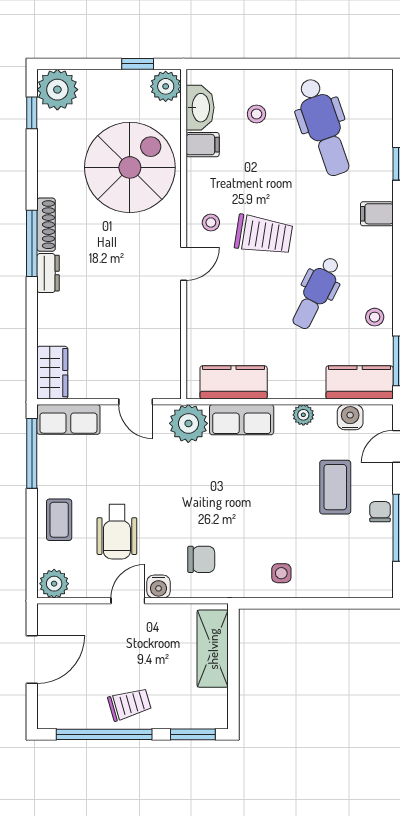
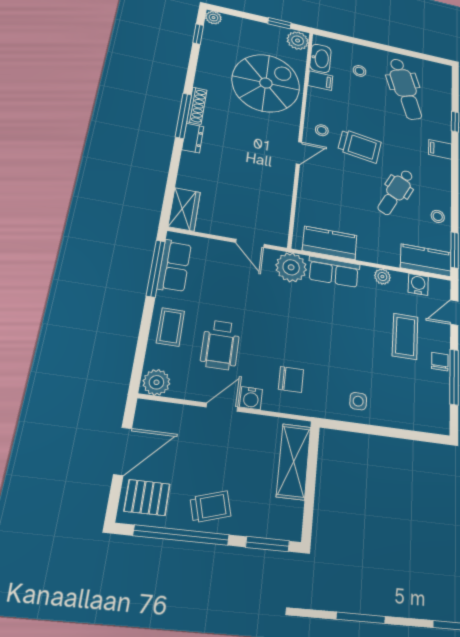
plant: (57, 90) -> (213, 18), width x0.53, depth x0.53
row of seats: (68, 419) -> (174, 266), moved, turned -90
pallet: (64, 702) -> (147, 497), added

